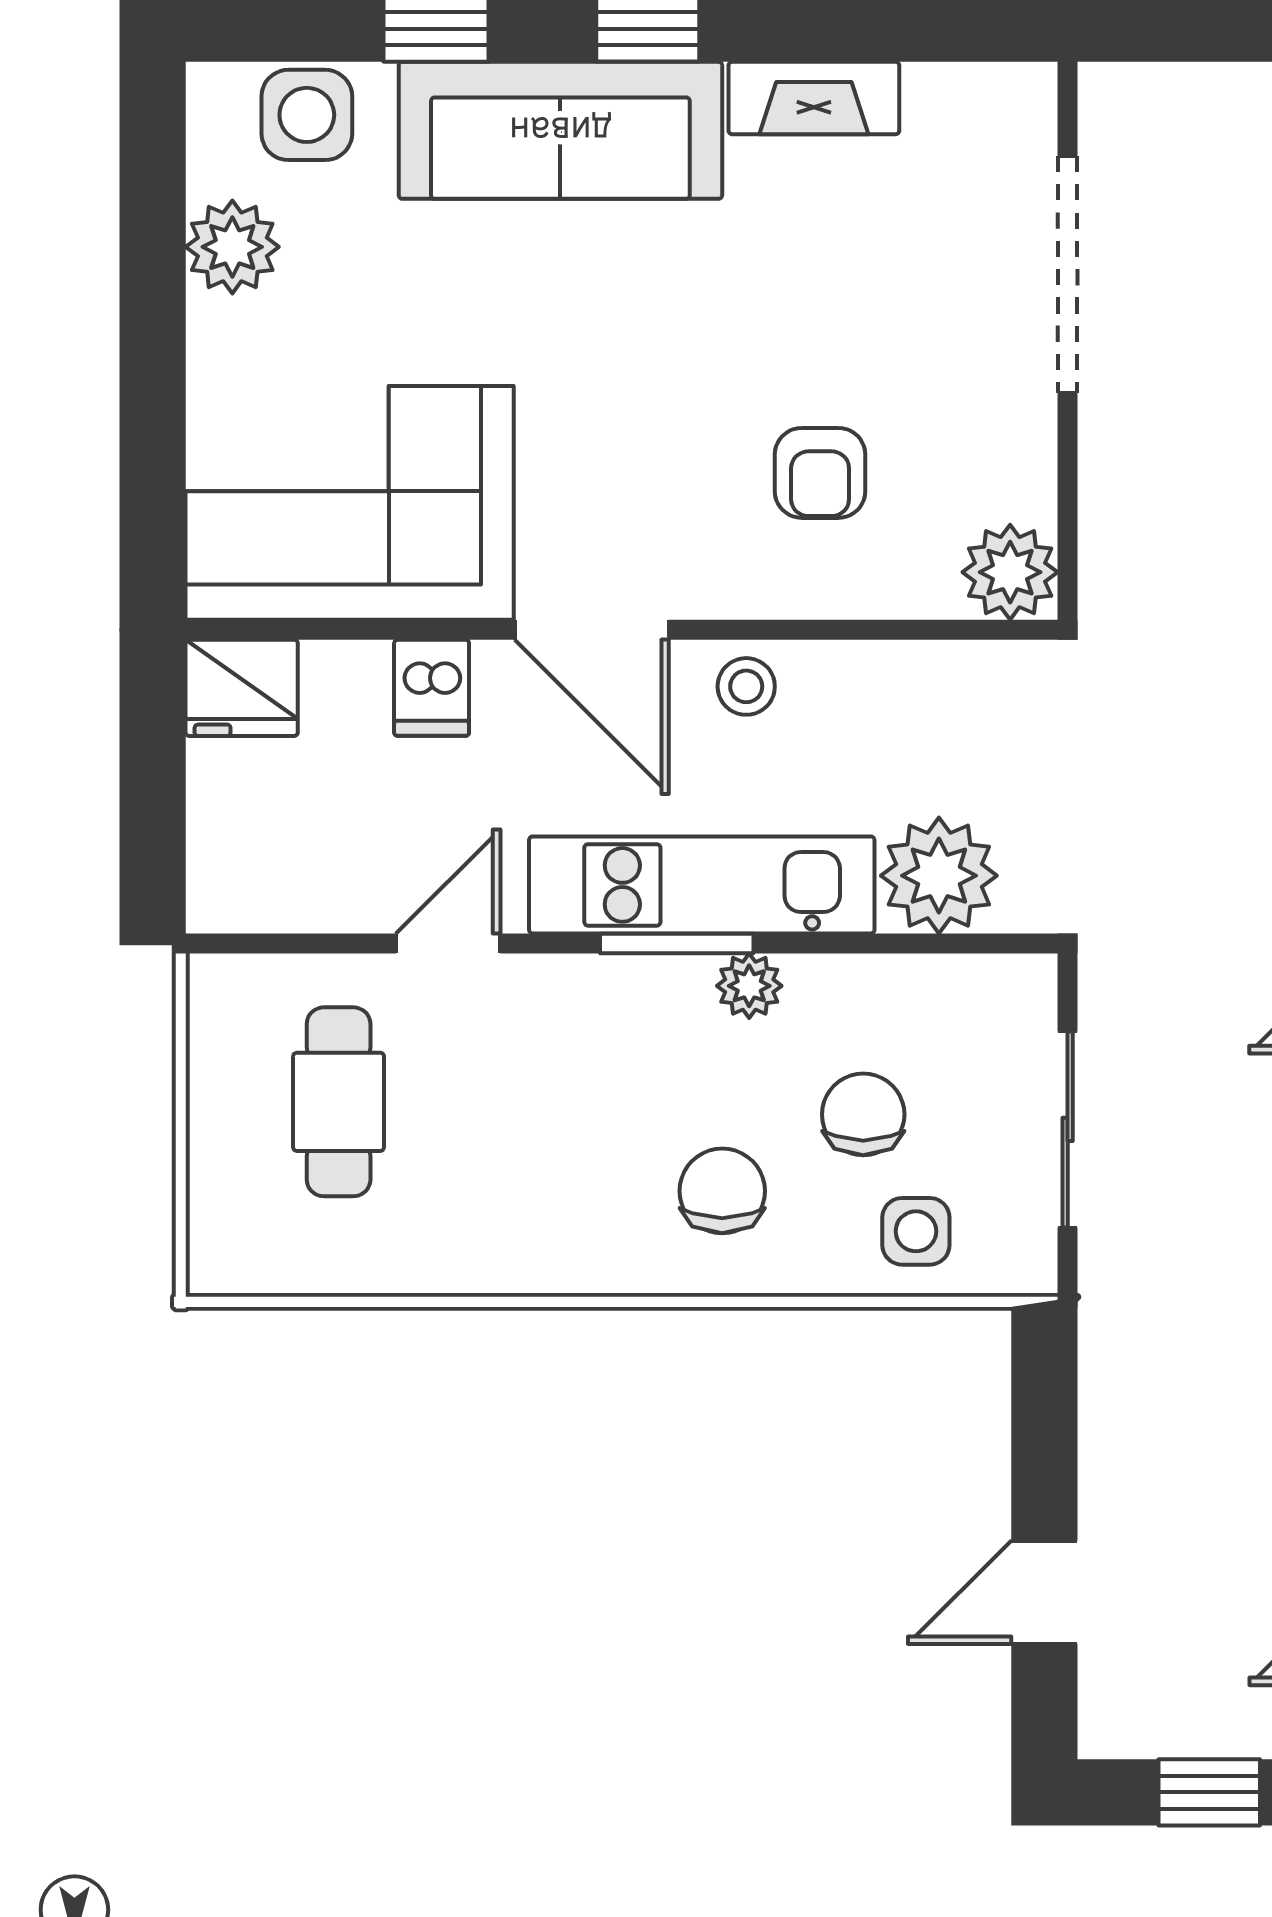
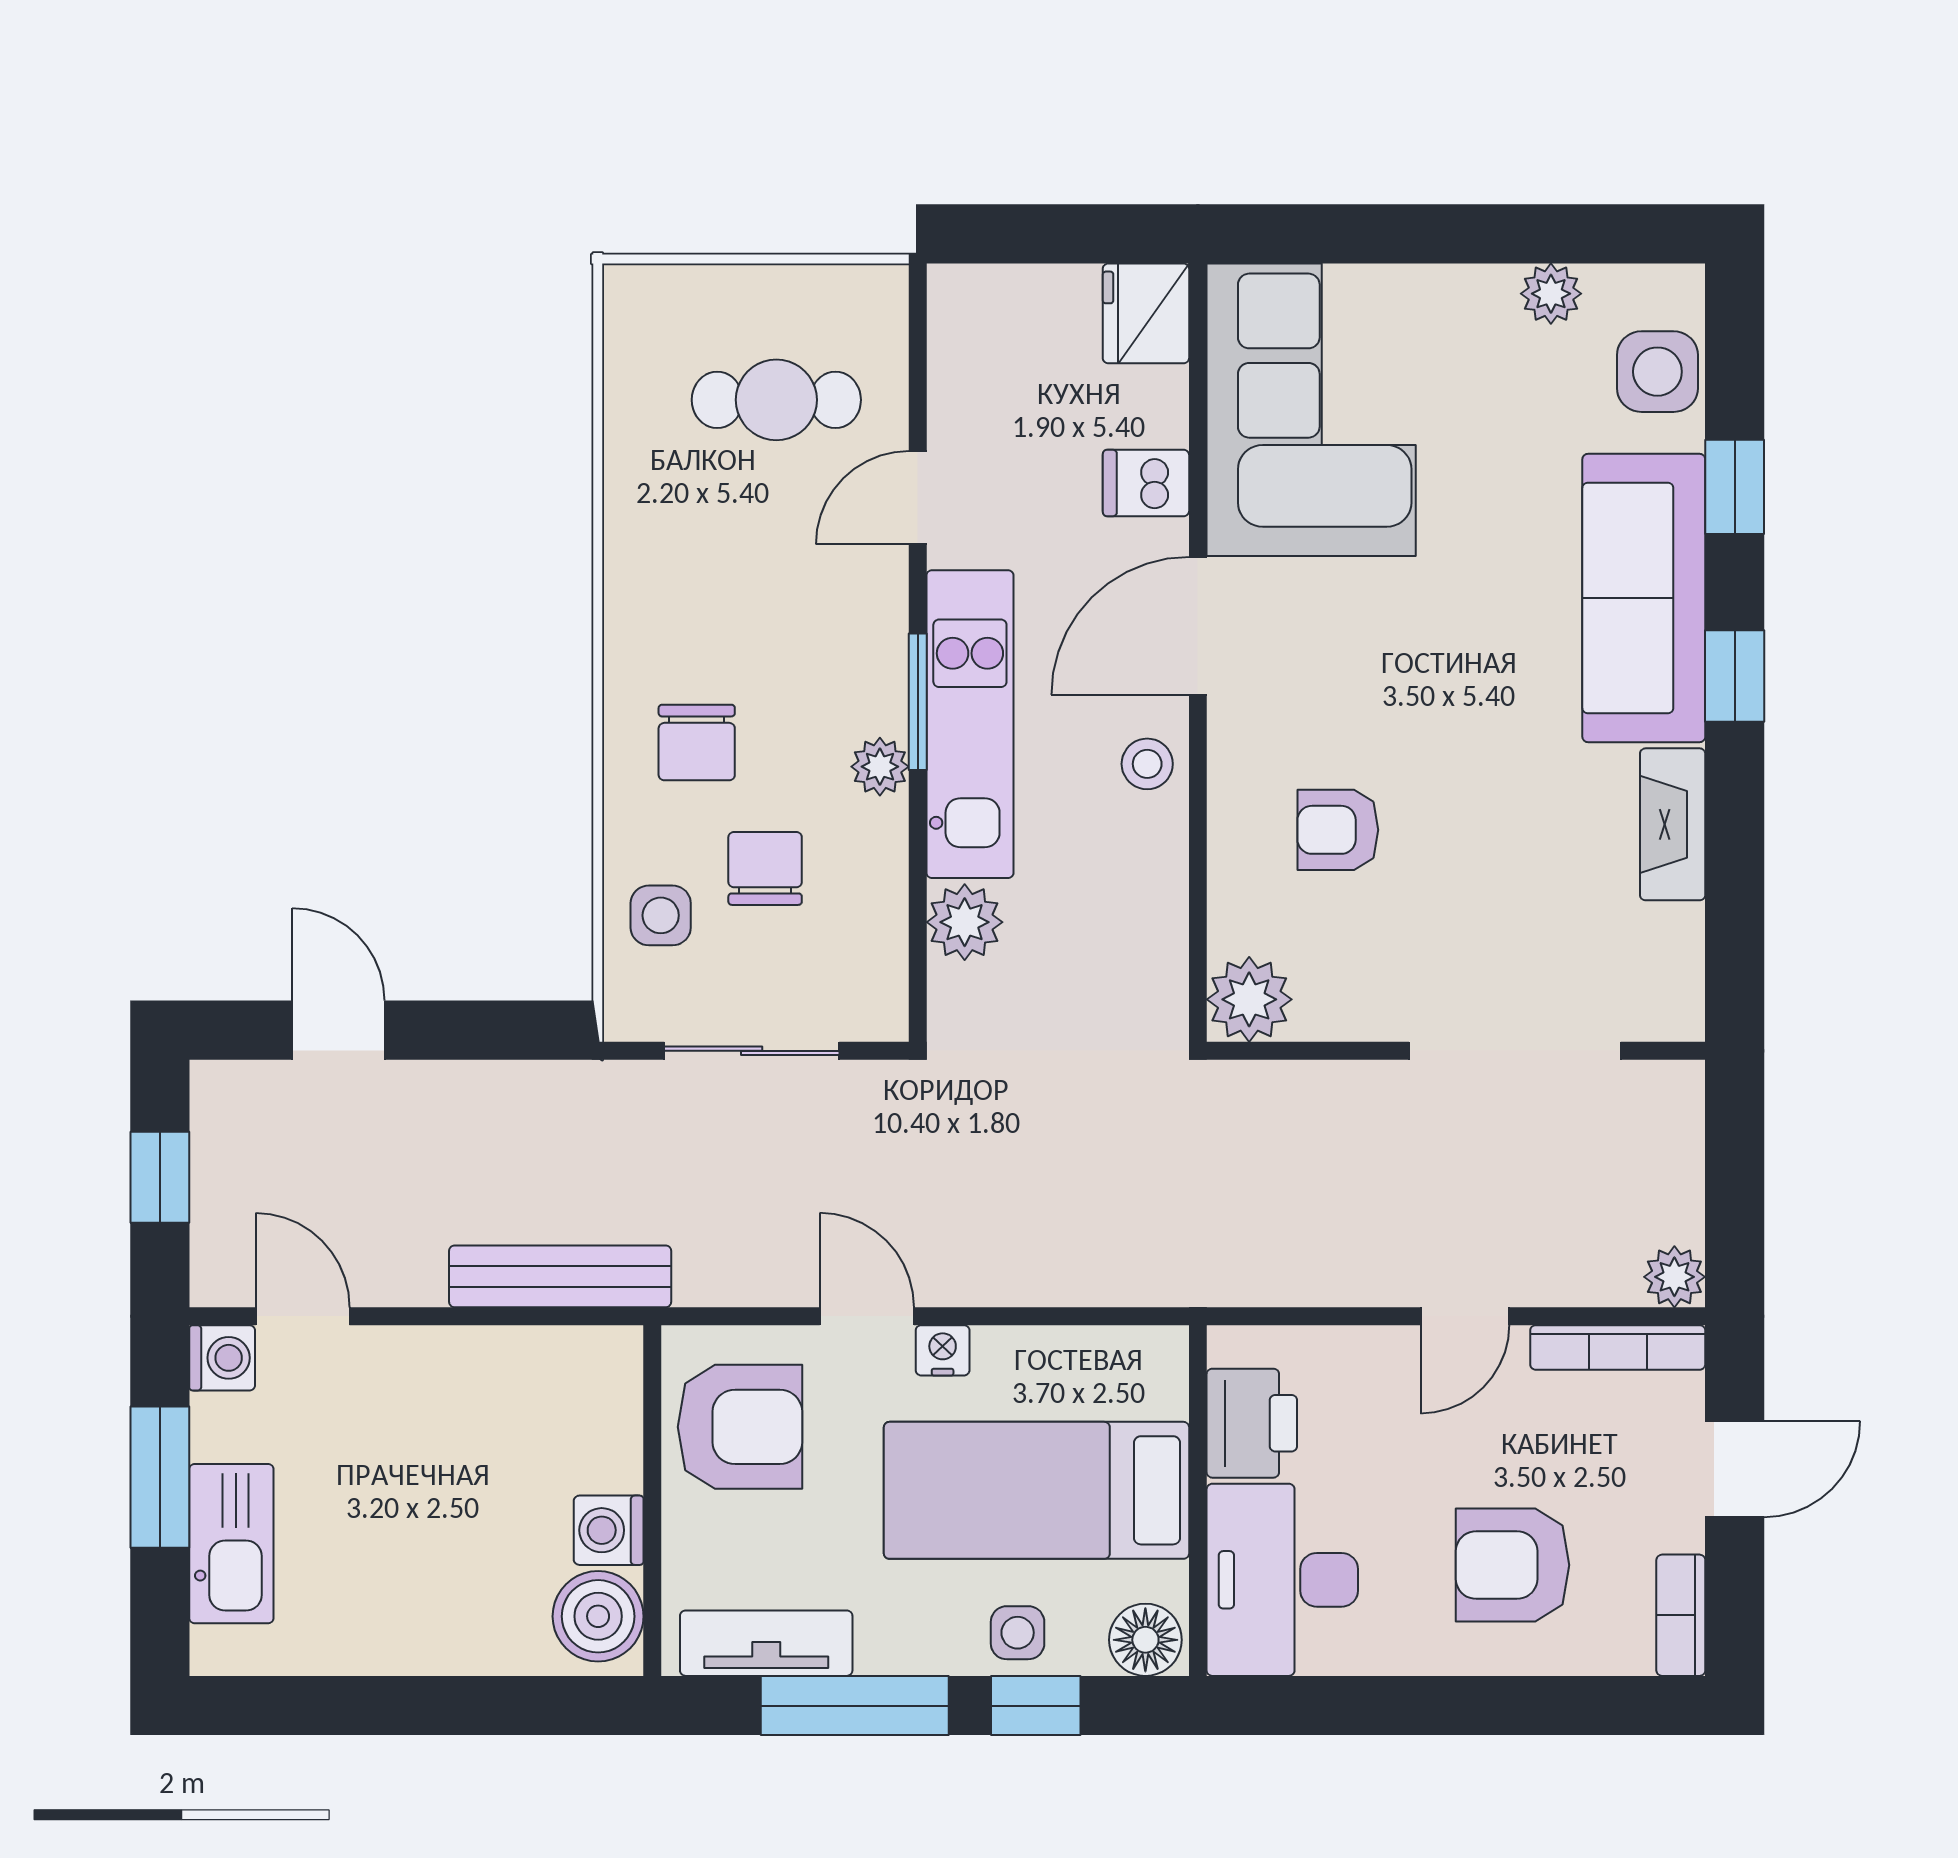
plant: (232, 247) -> (1551, 294), width x0.73, depth x0.73
plant: (939, 876) -> (965, 922), width x0.73, depth x0.73
door: (448, 943) -> (918, 498), swing flipped
chair: (863, 1114) -> (765, 868), turned -90
chair: (722, 1191) -> (697, 742), turned 90

